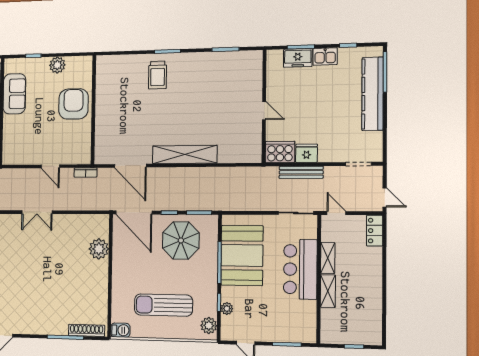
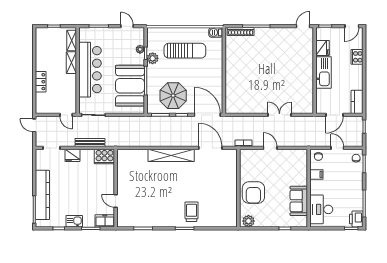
freezer: (298, 58) -> (105, 221), moved
plant: (57, 65) -> (248, 221), moved
door: (264, 111) -> (116, 201), moved
fridge: (307, 153) -> (72, 155), moved
locker: (375, 231) -> (41, 82), moved
plant: (99, 249) -> (233, 89), removed
shelving: (328, 258) -> (72, 40), moved
bar counter: (300, 269) -> (90, 70), width x1.36
plant: (209, 326) -> (153, 58), moved

